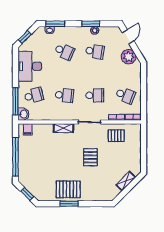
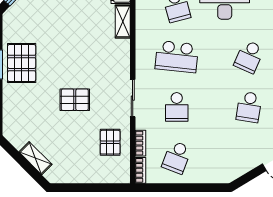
plant: (129, 57) -> (240, 163), removed
school desk: (64, 95) -> (177, 57), width x1.85
shelving: (63, 128) -> (123, 21), moved

